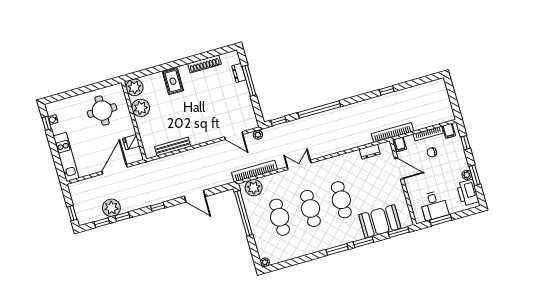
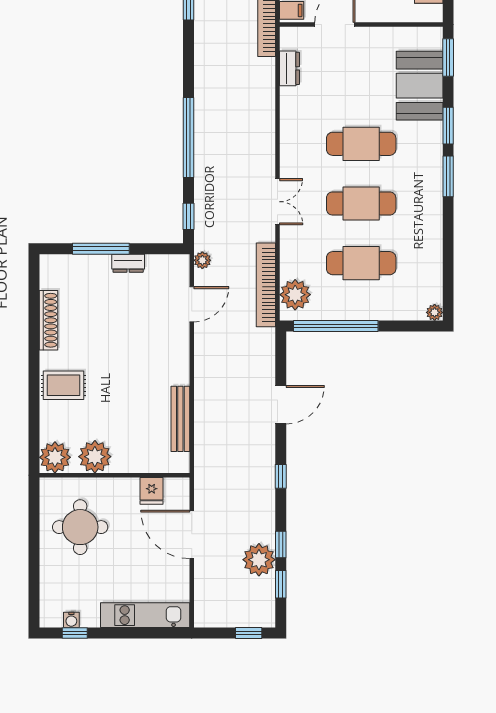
dresser: (239, 73) -> (128, 263), moved
double door: (299, 165) -> (277, 202), swing flipped

